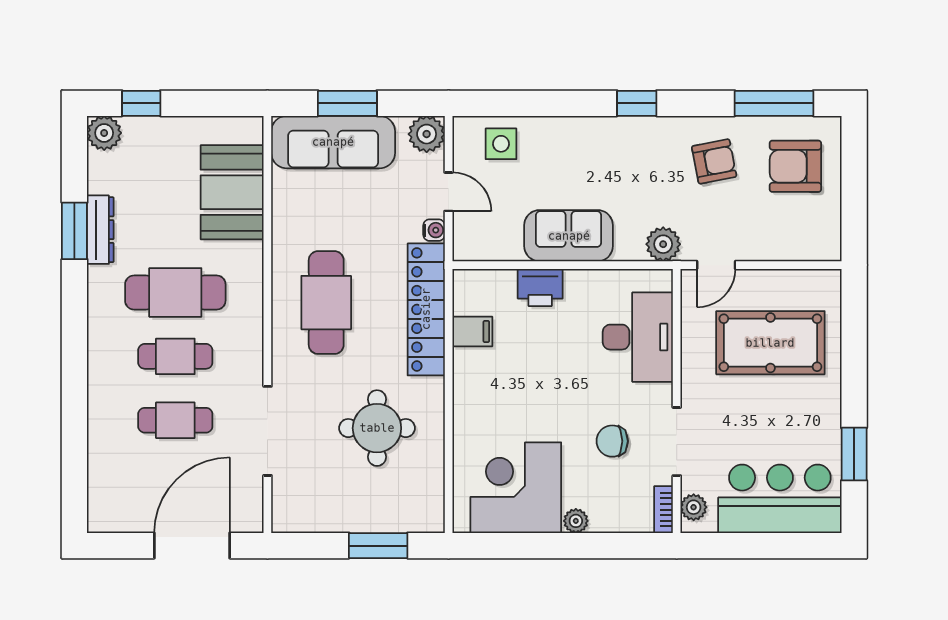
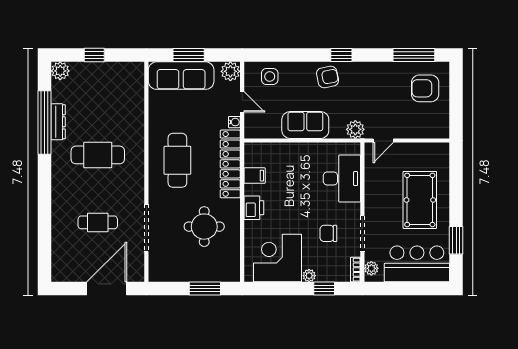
window: (141, 103) -> (94, 55), moved
armchair: (714, 161) -> (328, 77), moved
booth: (232, 192) -> (128, 102), removed
window: (74, 231) -> (45, 122), width x2.11
printer: (540, 287) -> (254, 208), moved, turned -90
pool table: (770, 343) -> (420, 200), moved, turned 90
cafe table: (175, 356) -> (98, 189), removed
window: (604, 546) -> (324, 289), added

